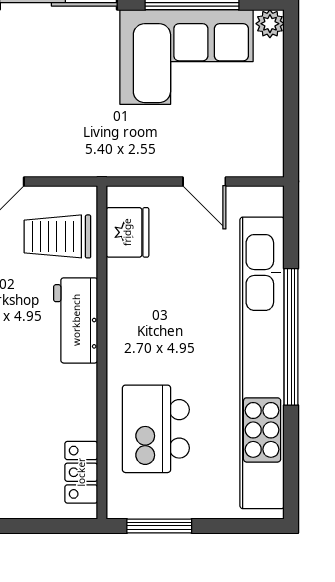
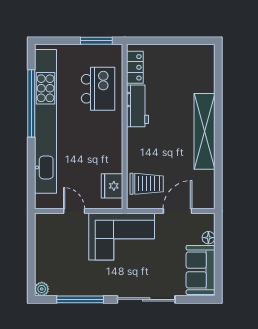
corner sofa: (186, 57) -> (122, 237), moved, turned 180
workbench: (76, 320) -> (138, 106), moved
window: (291, 337) -> (31, 103), moved

